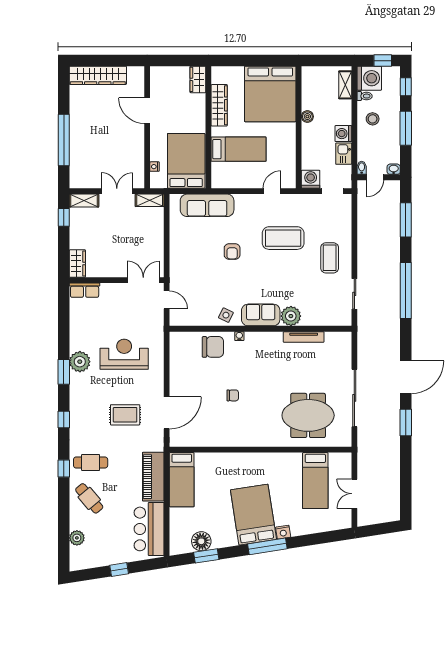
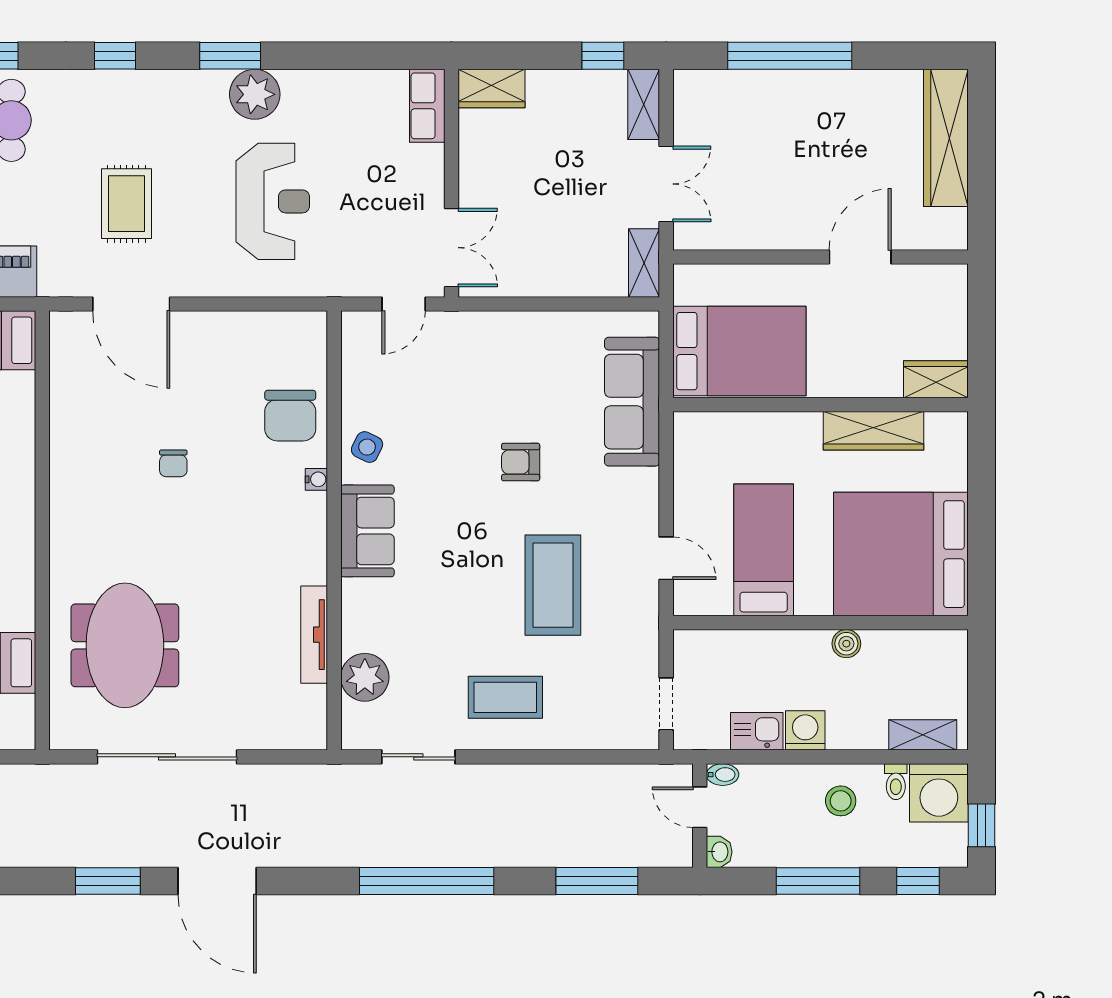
bed: (239, 149) -> (764, 550), moved, turned 180
nightstand: (155, 167) -> (725, 275), removed
washing machine: (311, 179) -> (695, 651), removed
plant: (291, 316) -> (365, 677), moved

